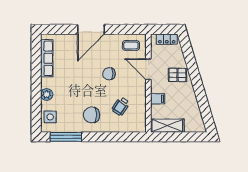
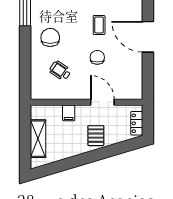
coffee table: (131, 45) -> (99, 25), moved
door: (148, 69) -> (102, 102), hinge flipped
shelving: (167, 126) -> (38, 139), moved

